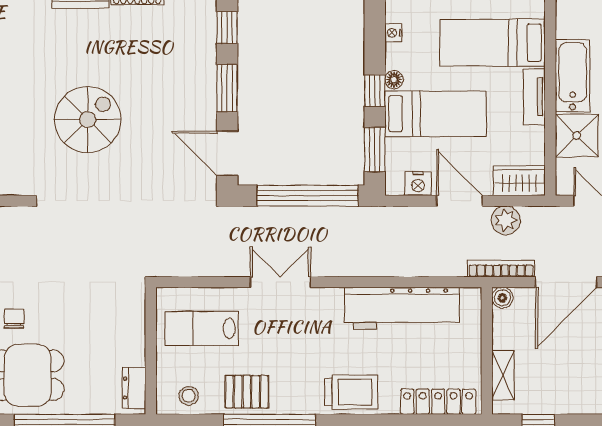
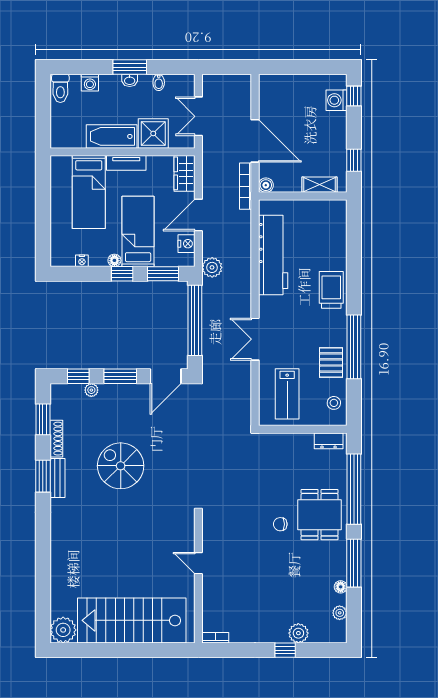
plant: (207, 46) -> (91, 390), added
spiral stairs: (88, 120) -> (121, 466), moved
plant: (506, 220) -> (212, 267), moved
locker: (438, 402) -> (338, 230), removed

